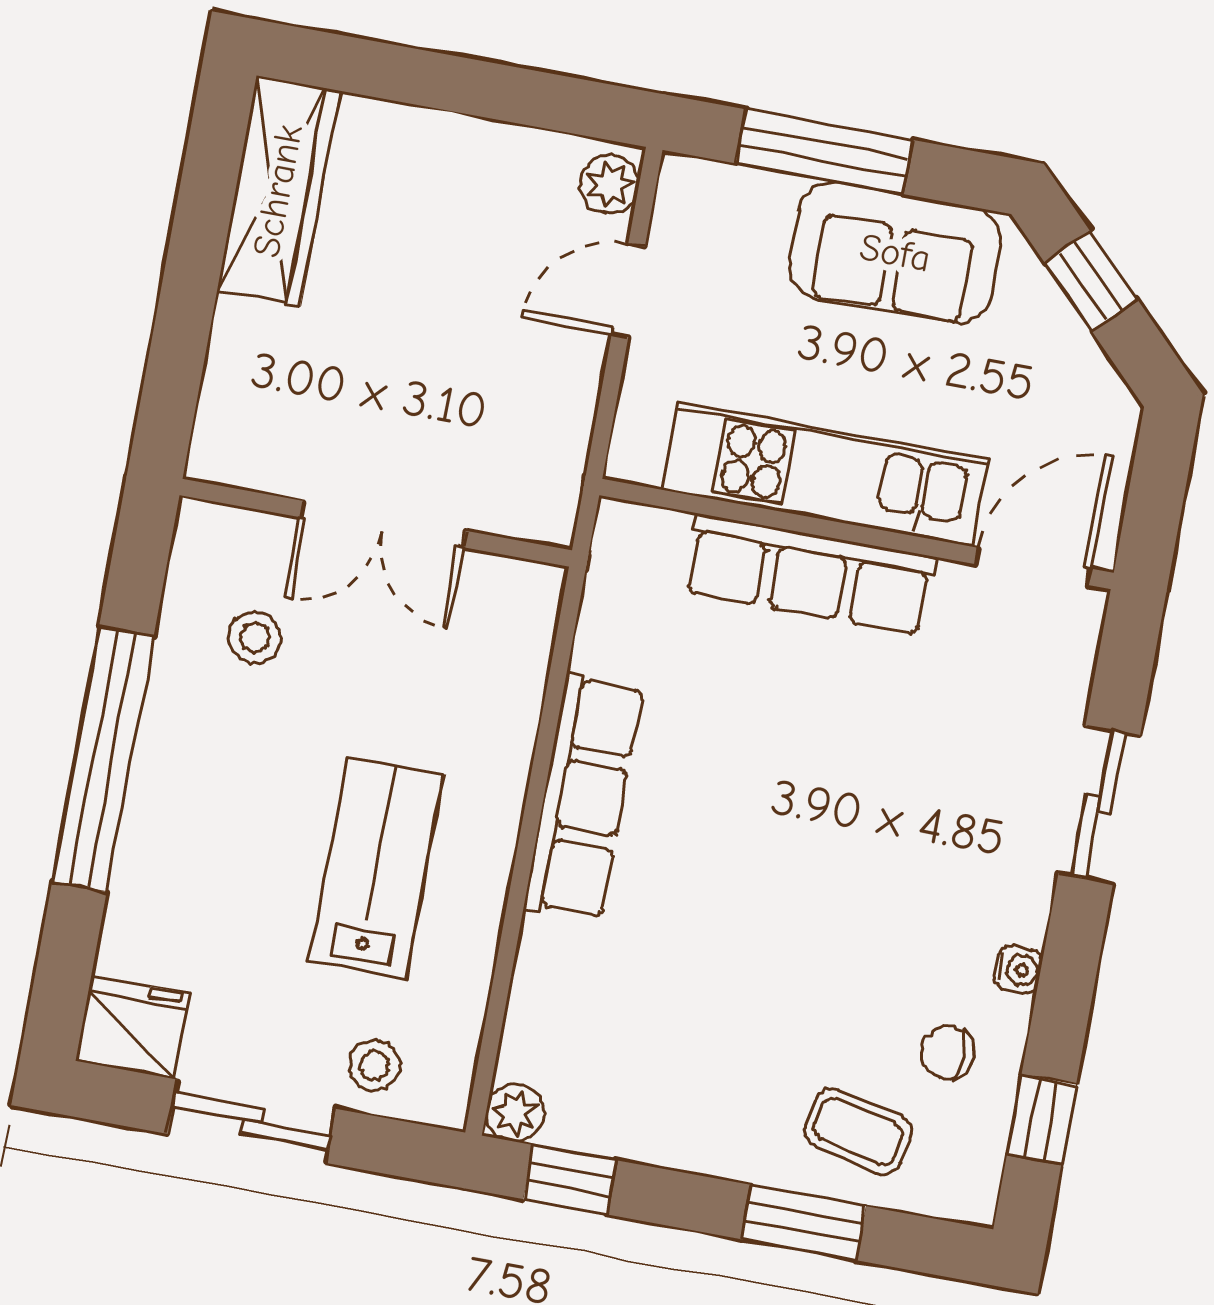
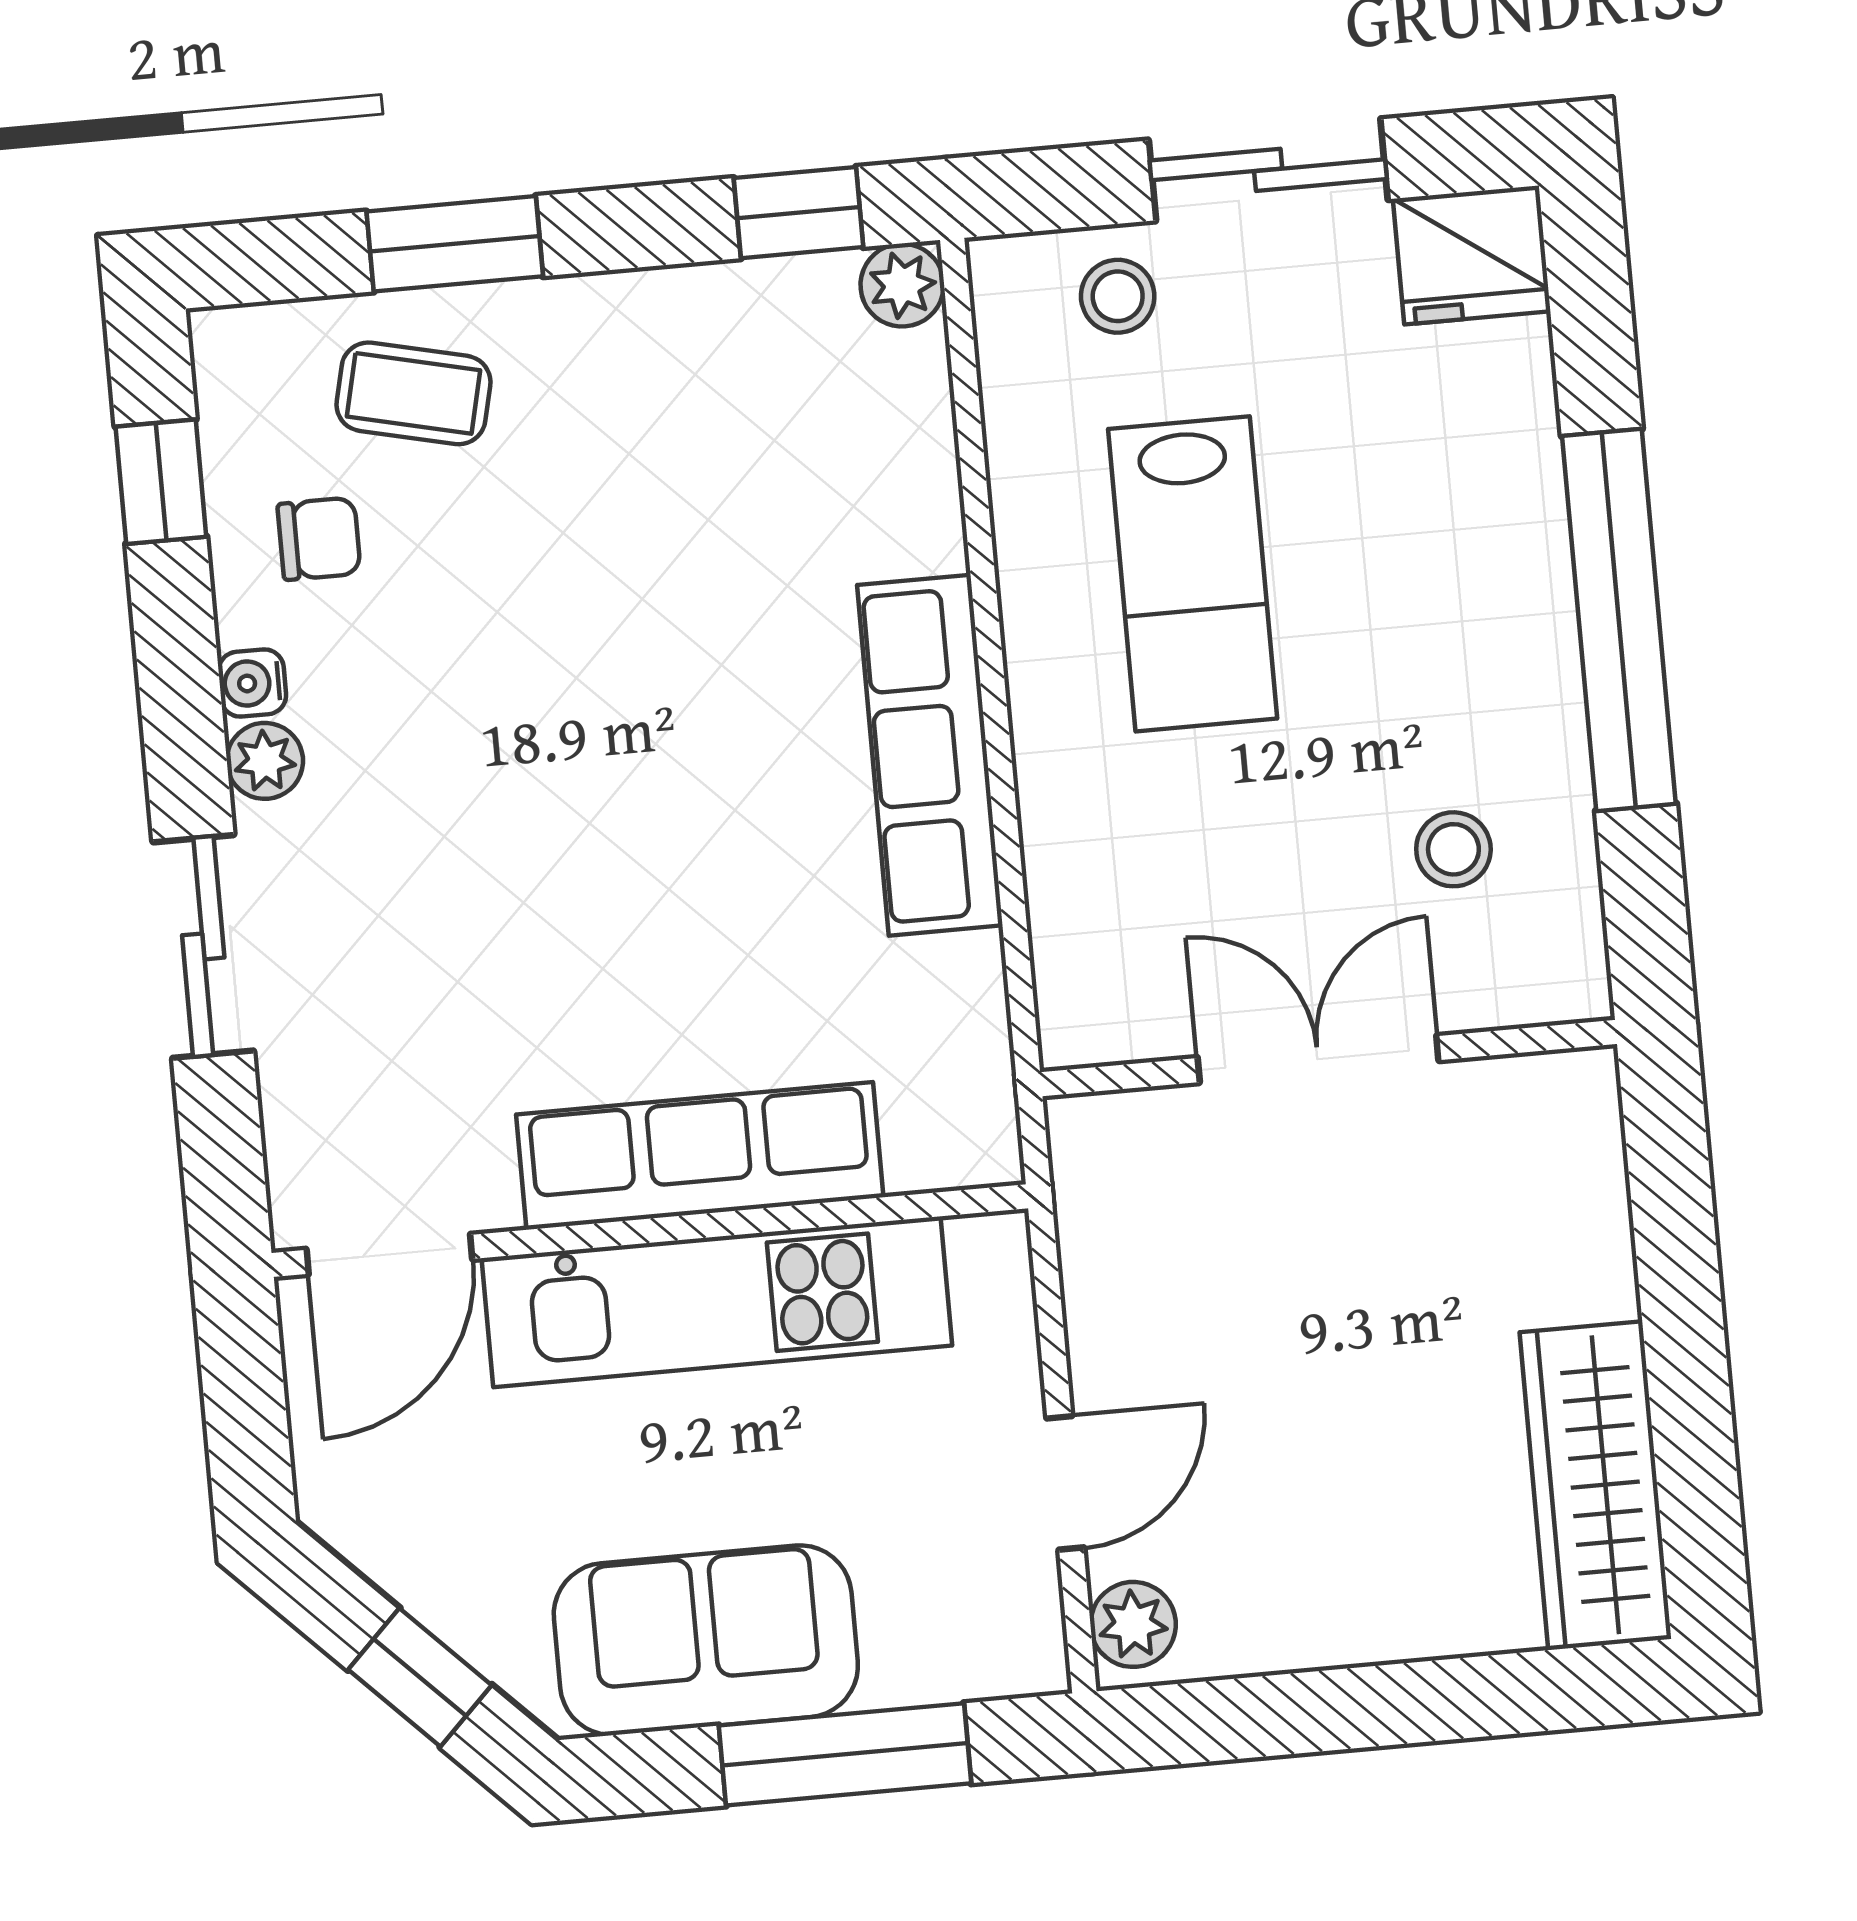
plant: (1024, 916) -> (265, 761), added

